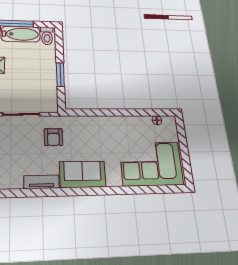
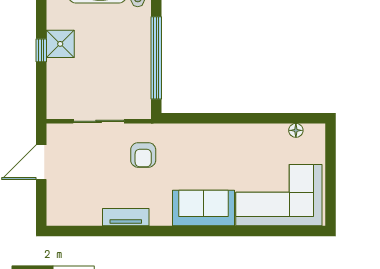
window: (60, 75) -> (156, 58), width x2.11
sofa: (83, 174) -> (203, 208), moved

